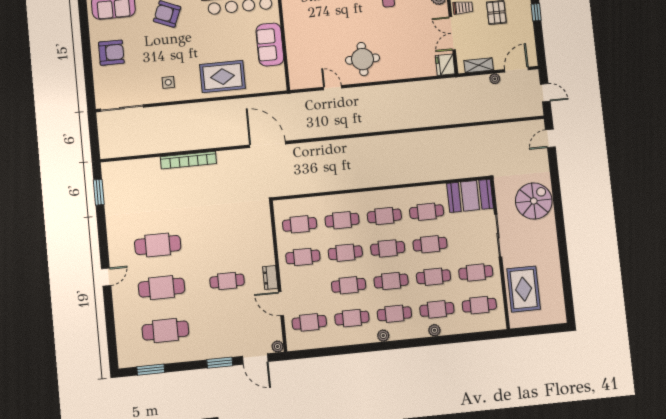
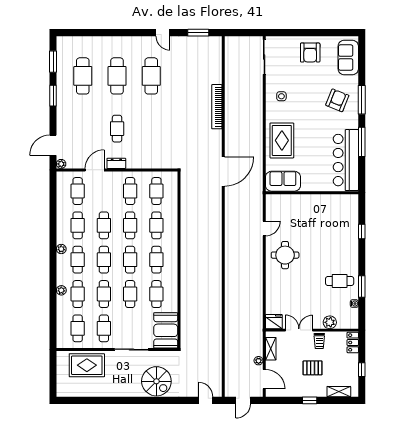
sofa: (270, 45) -> (283, 181), moved
door: (106, 277) -> (163, 33), moved
window: (220, 363) -> (53, 96), moved

